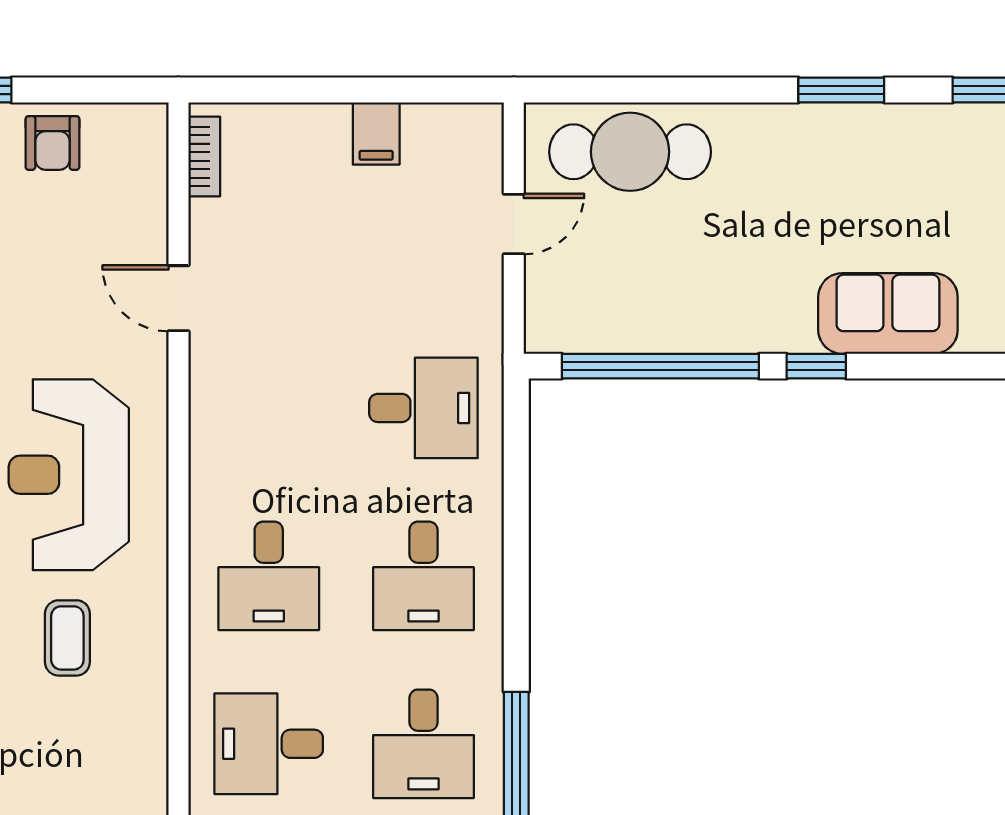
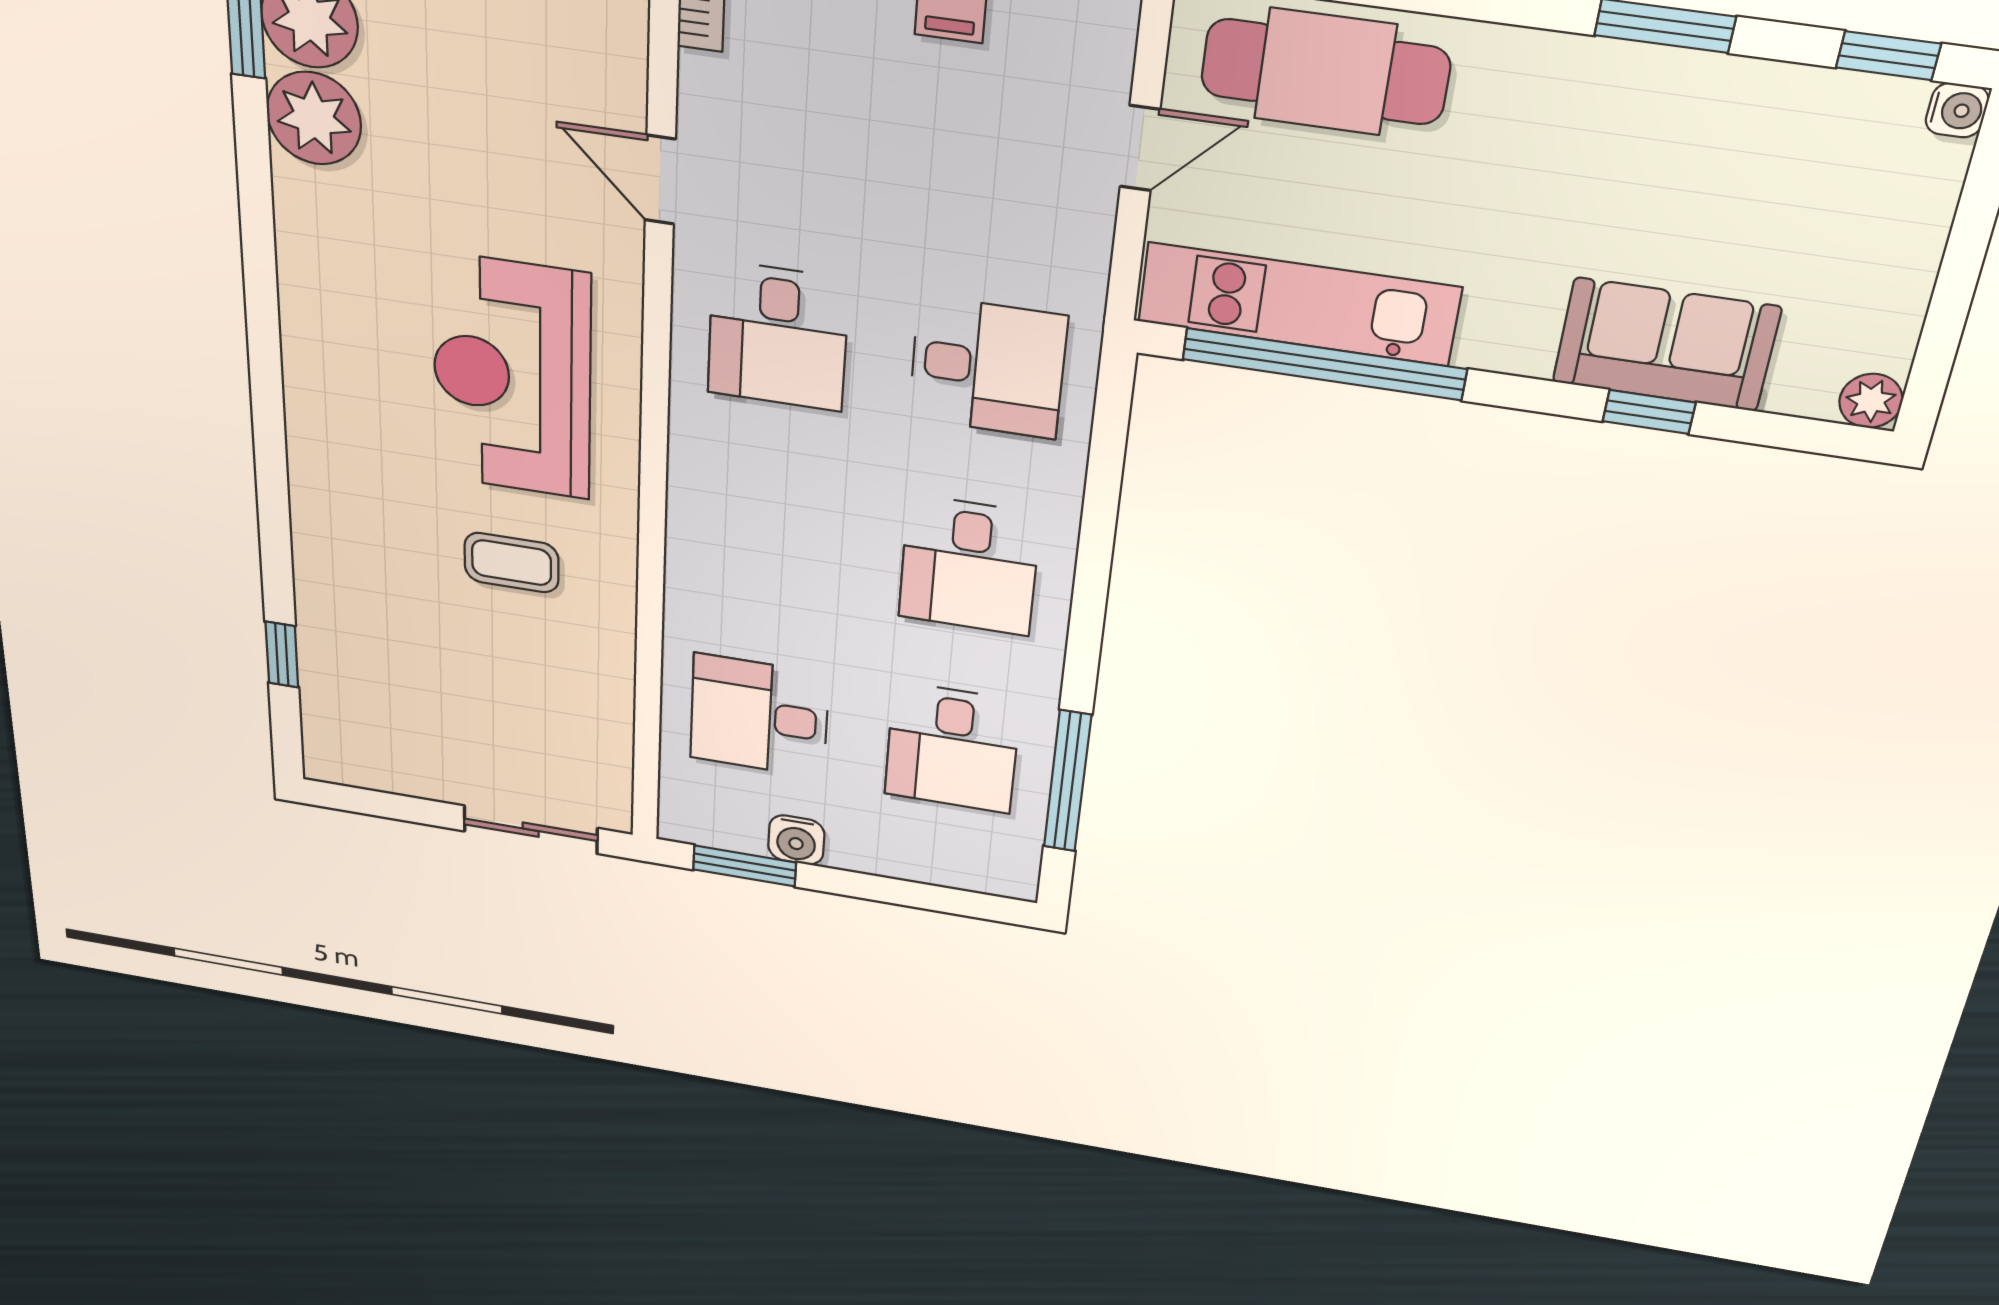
kitchen unit: (636, 323) -> (1298, 304), added
window: (816, 366) -> (1649, 412), moved
desk: (269, 576) -> (778, 336), moved
coffee table: (67, 638) -> (512, 563), turned 90

